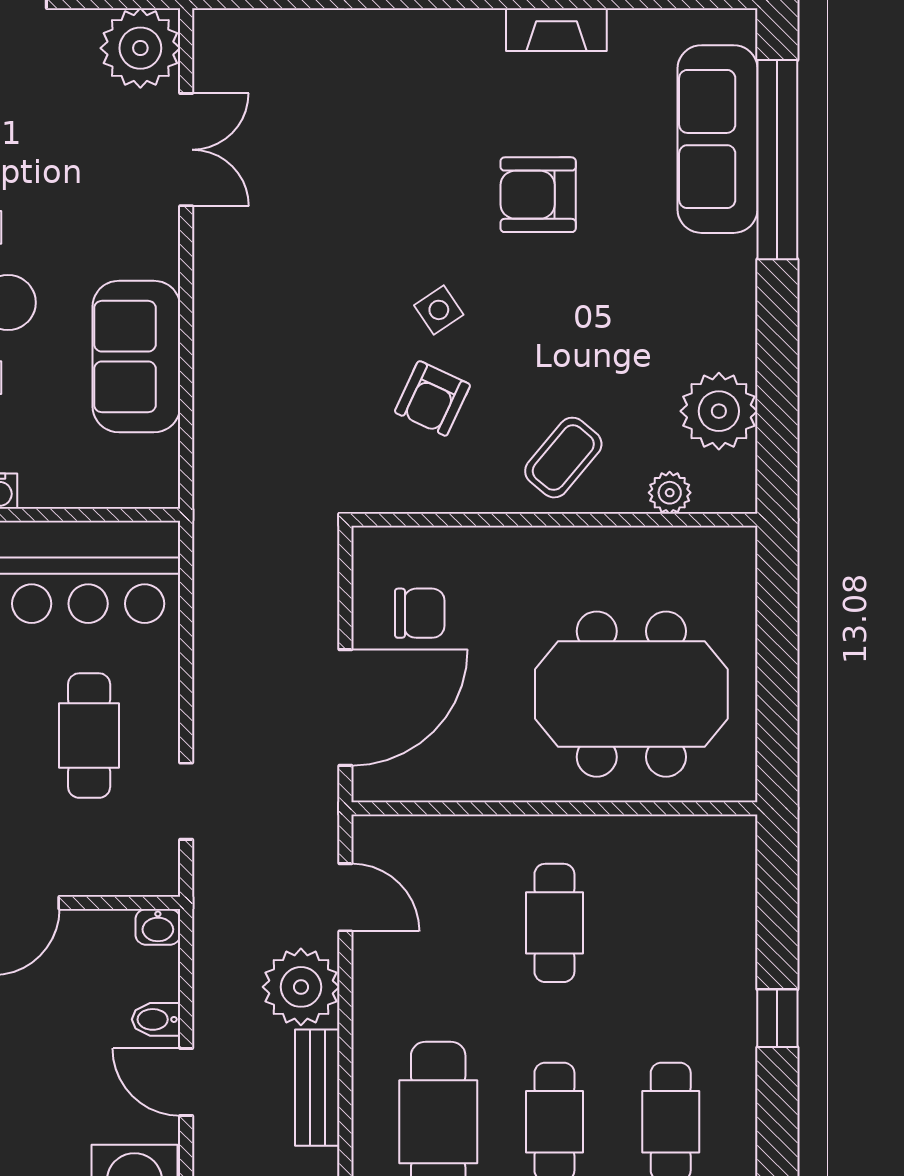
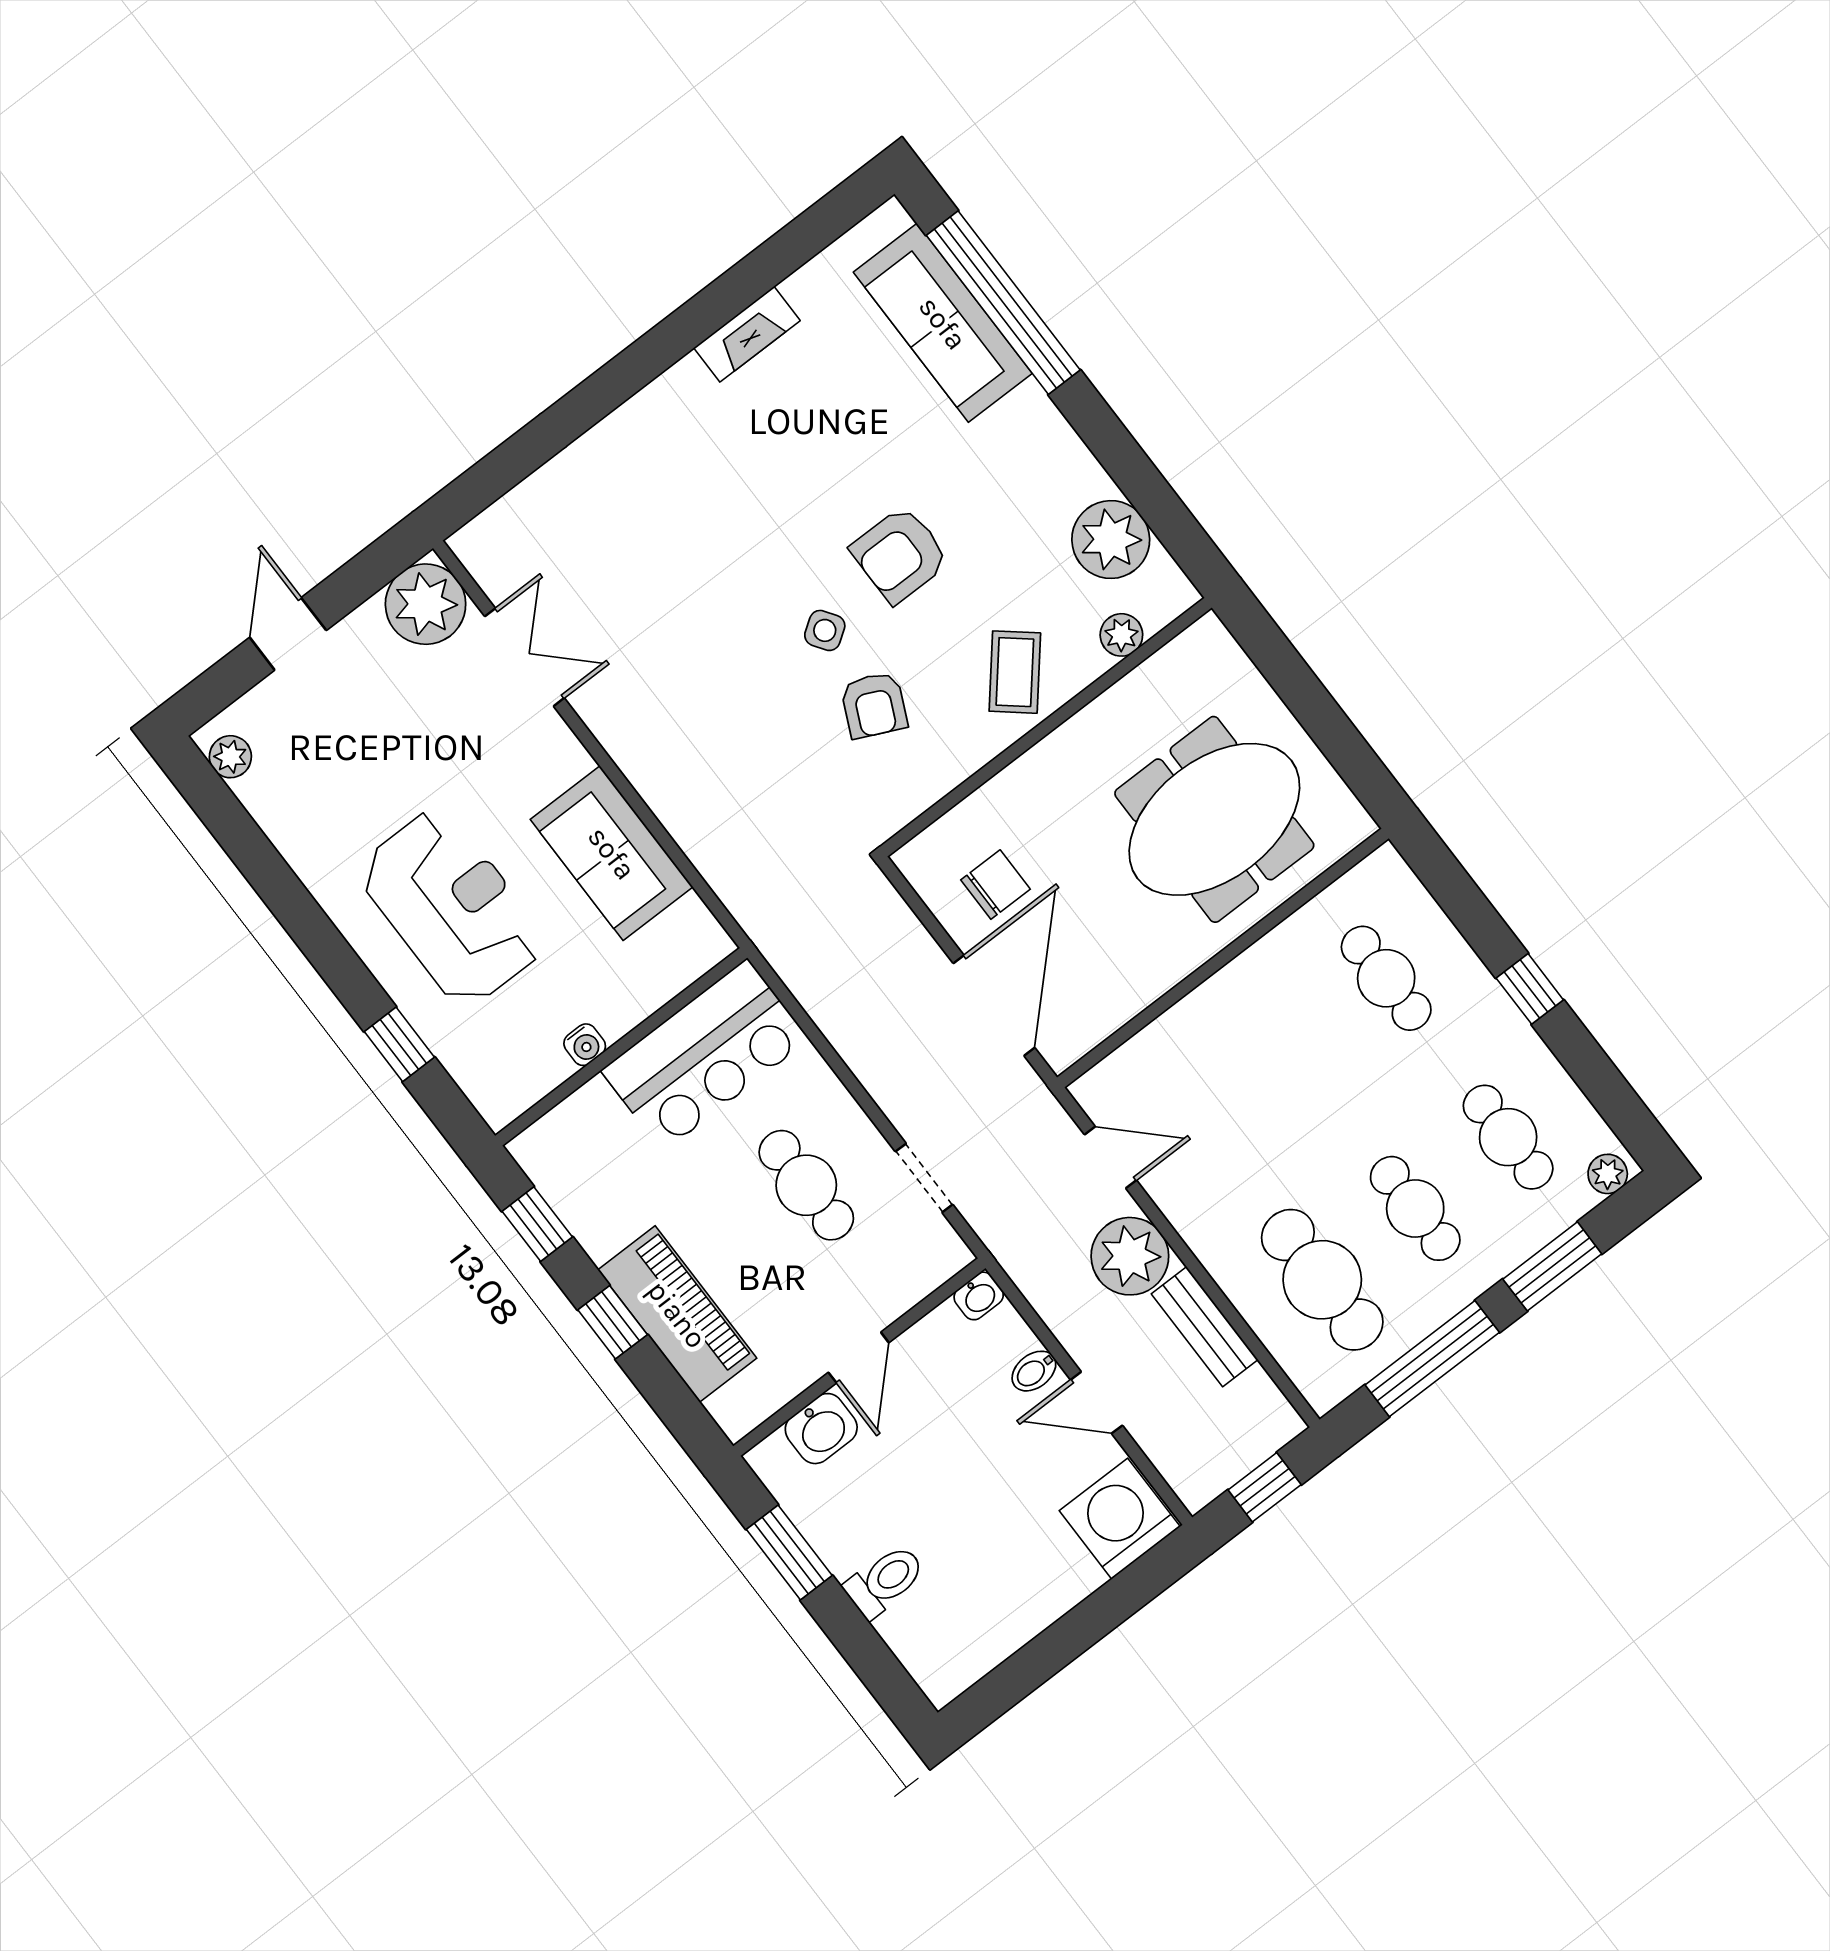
armchair: (538, 195) -> (900, 555), moved
cafe table: (554, 923) -> (1386, 978), moved

